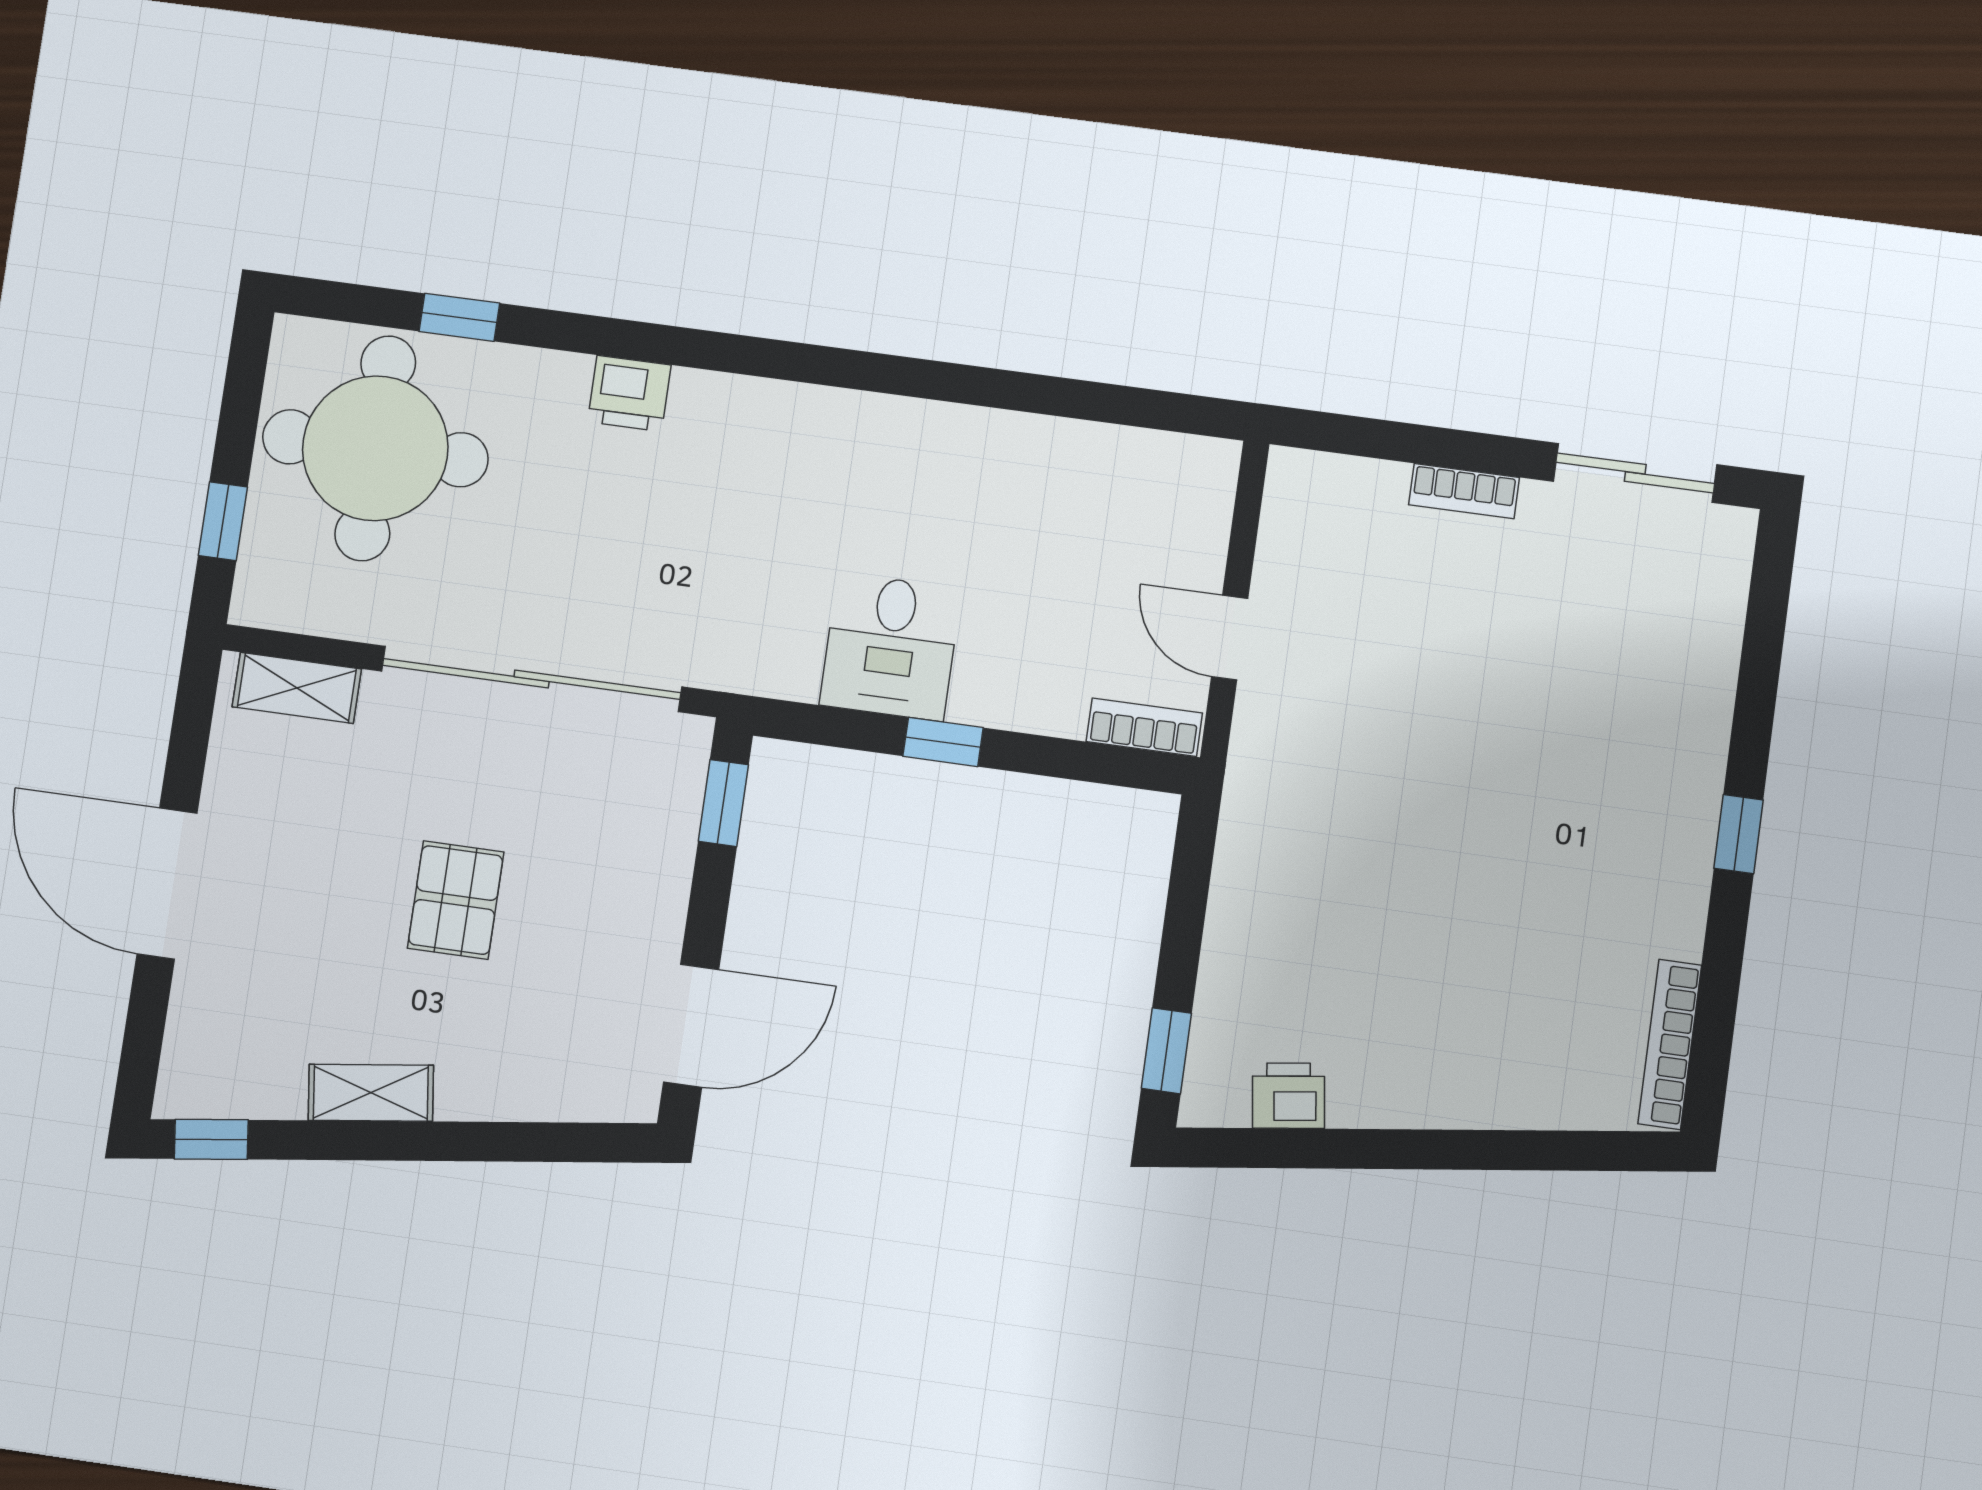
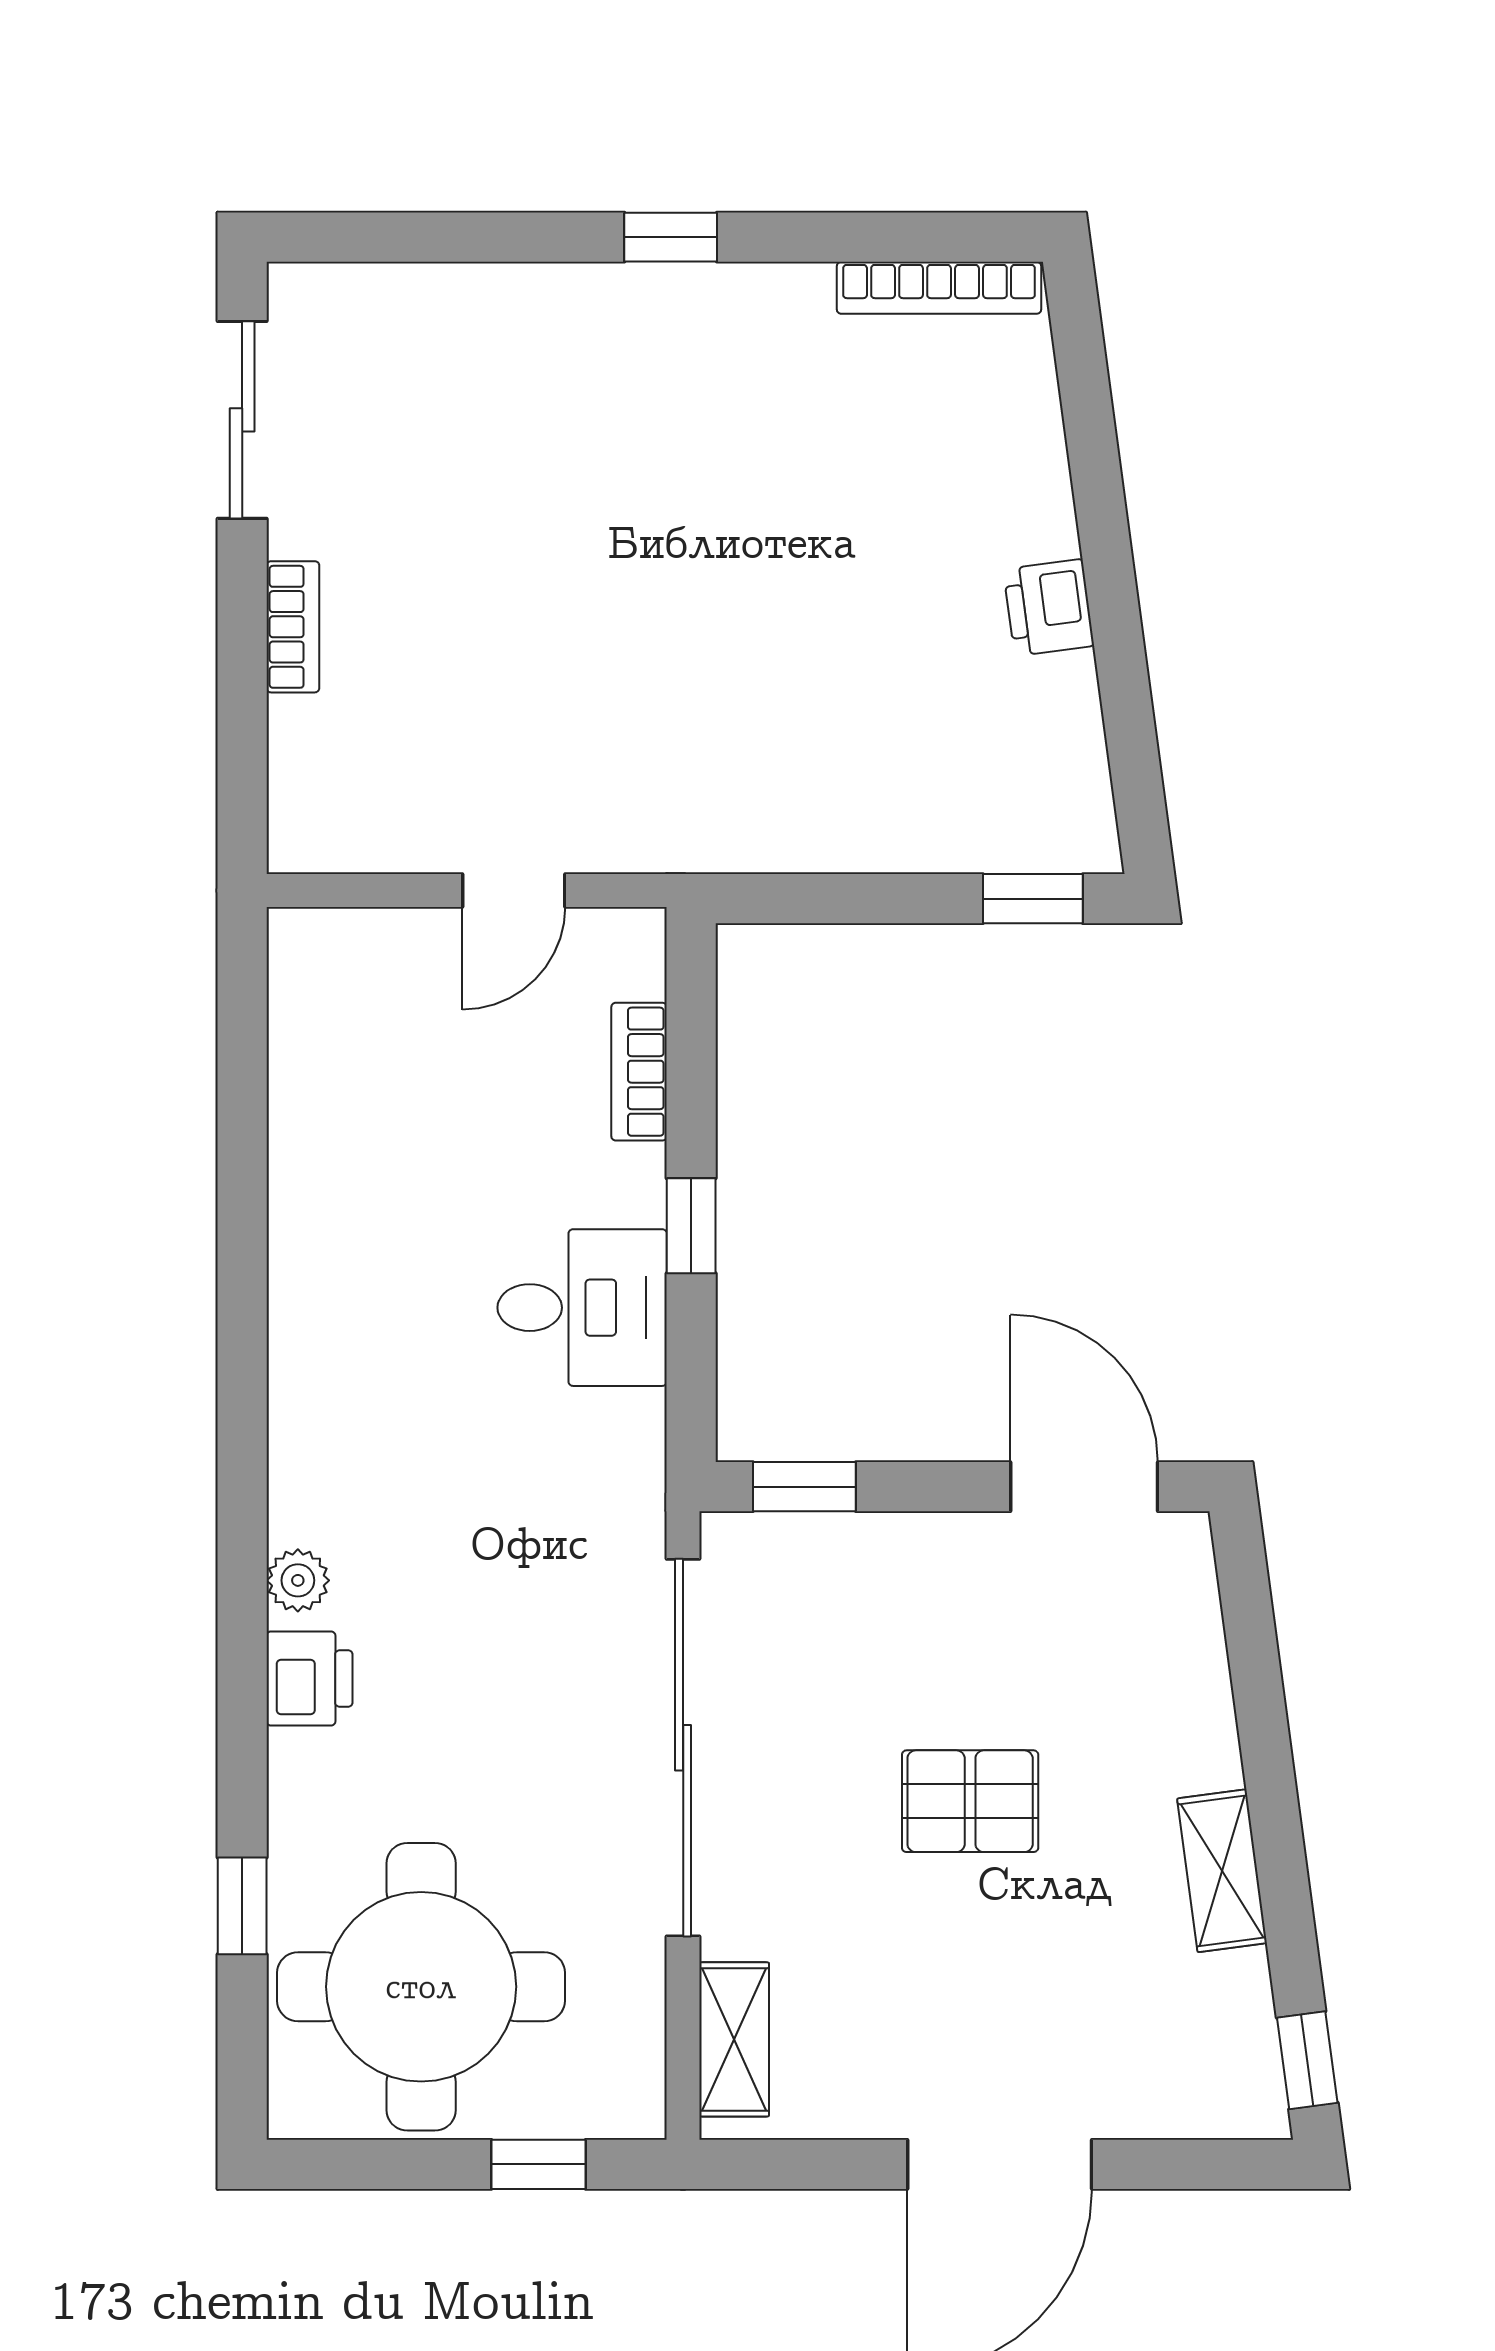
plant: (708, 395) -> (298, 1580), added
bookcase: (1144, 727) -> (639, 1072), moved
printer: (1288, 1096) -> (1049, 608), moved

